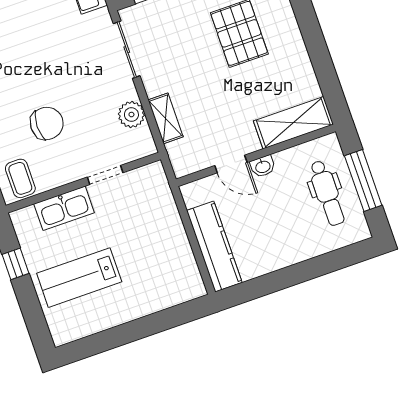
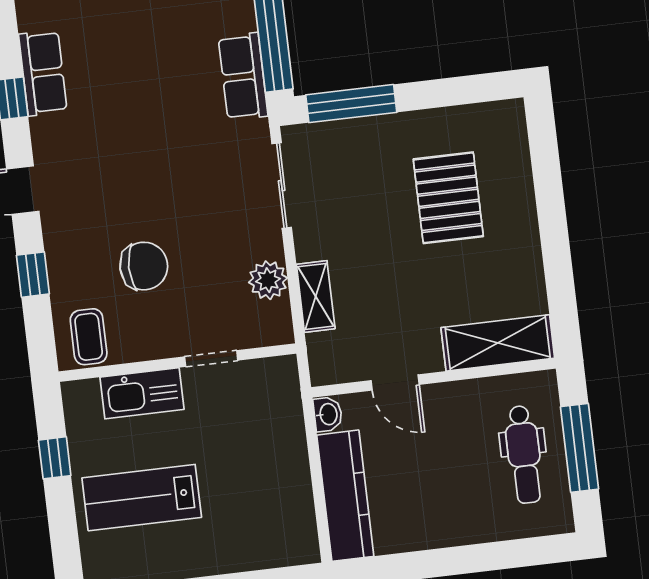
washbasin: (263, 166) -> (328, 414), moved, turned -90

